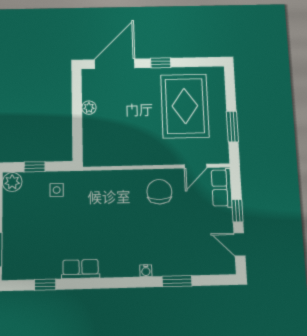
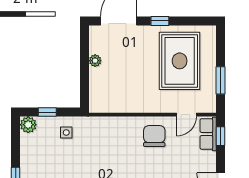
window: (237, 211) -> (221, 136), moved

